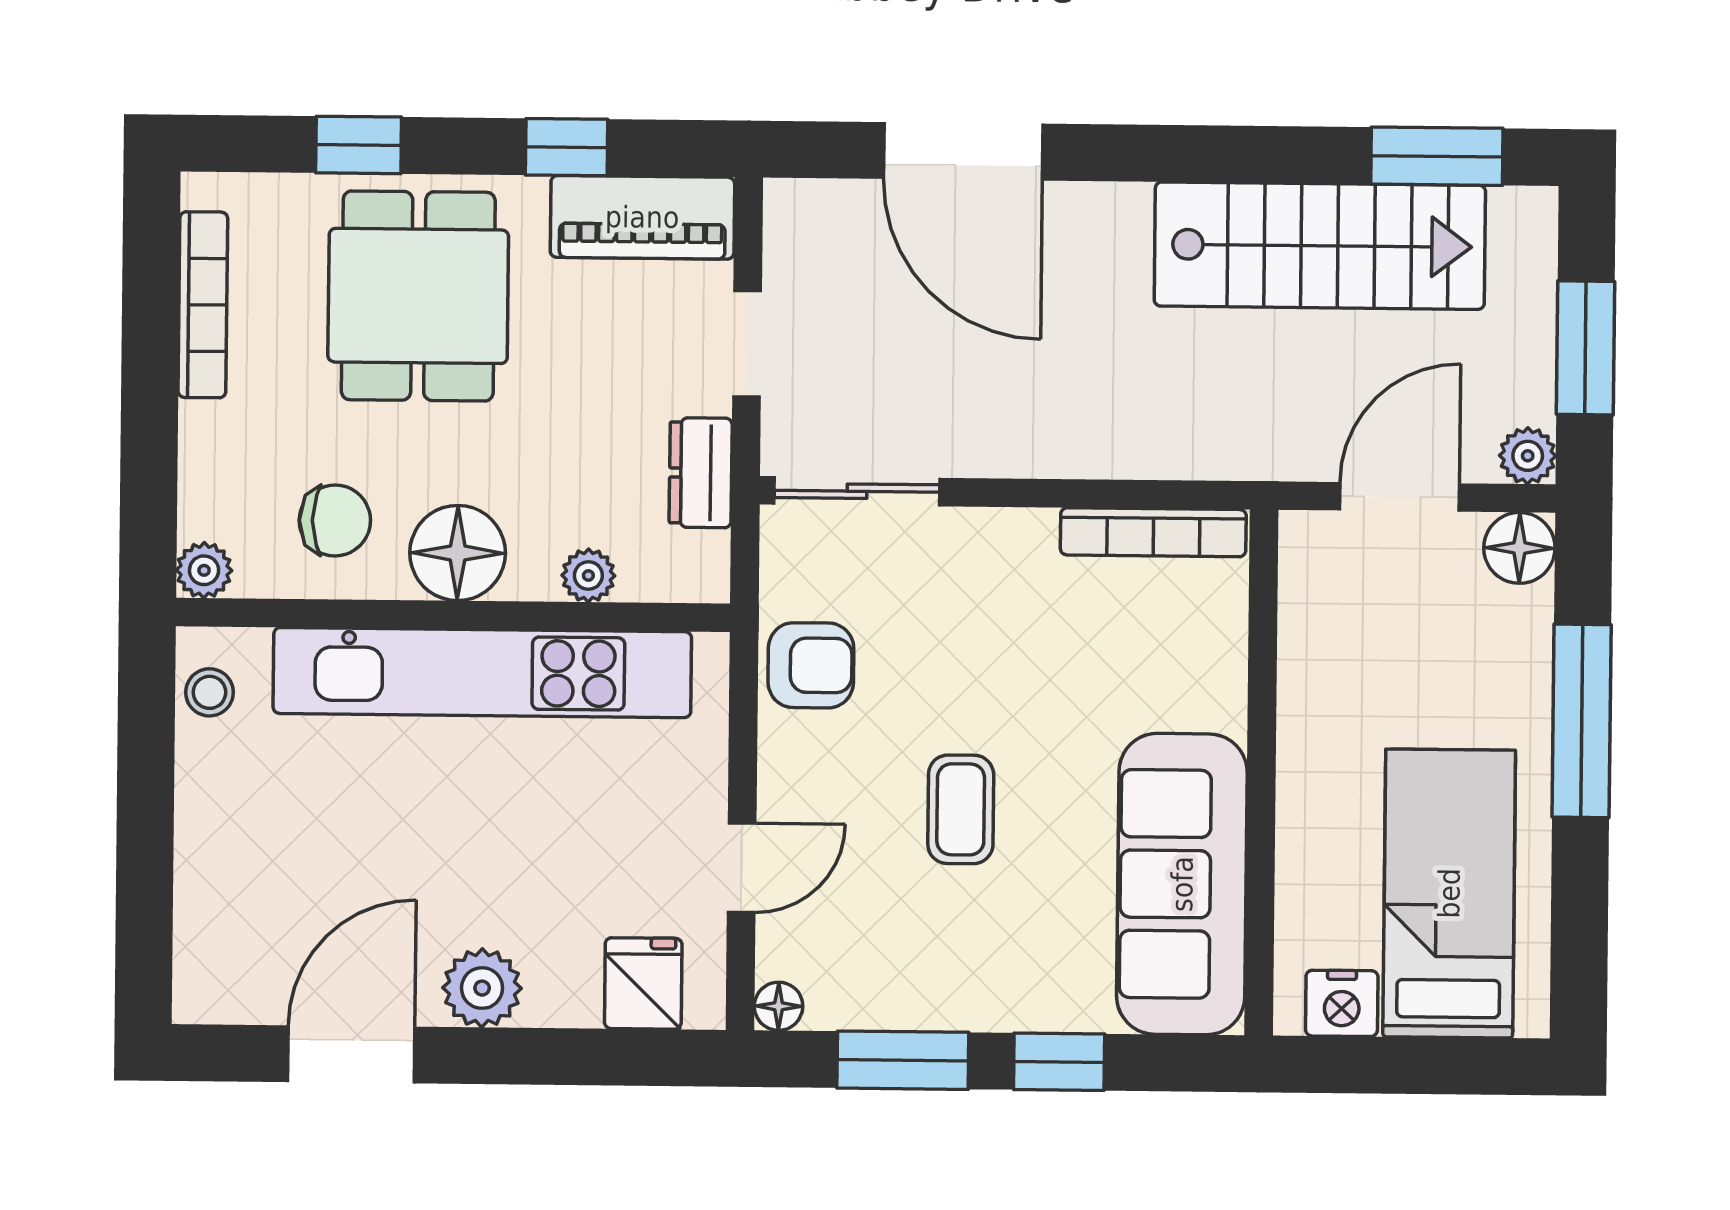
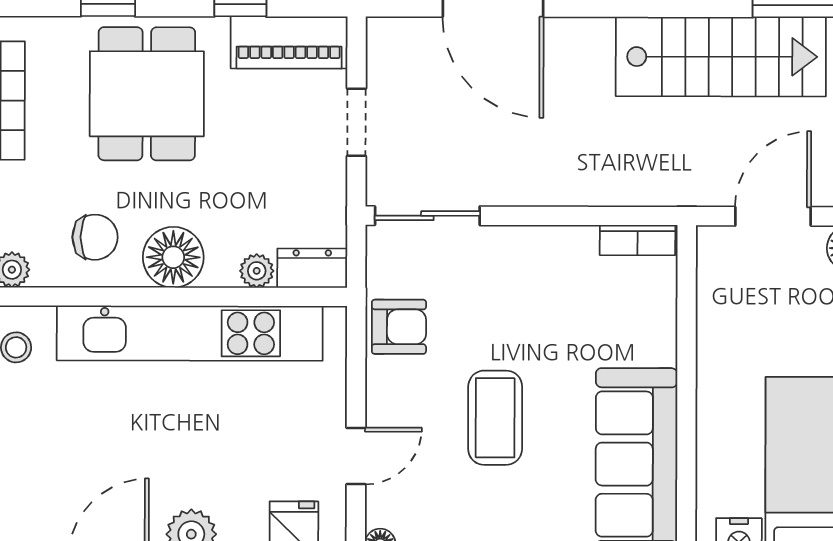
dresser: (701, 473) -> (312, 268), moved, turned 90
bookcase: (1153, 532) -> (638, 240), width x0.64
coffee table: (961, 809) -> (495, 418), width x1.36, depth x1.30

